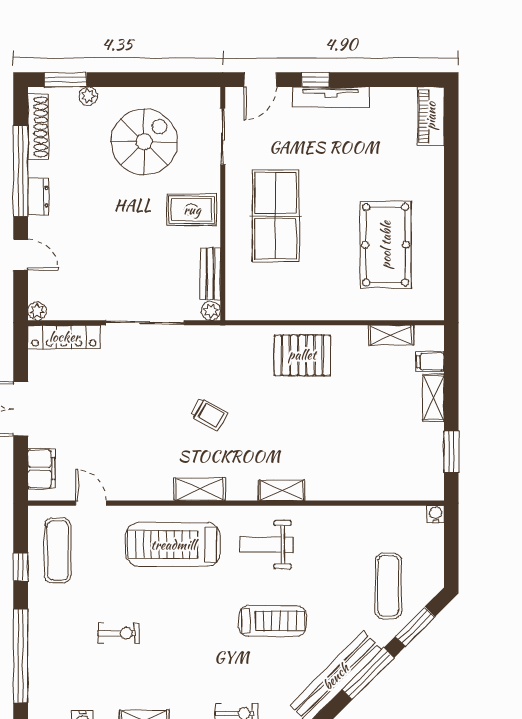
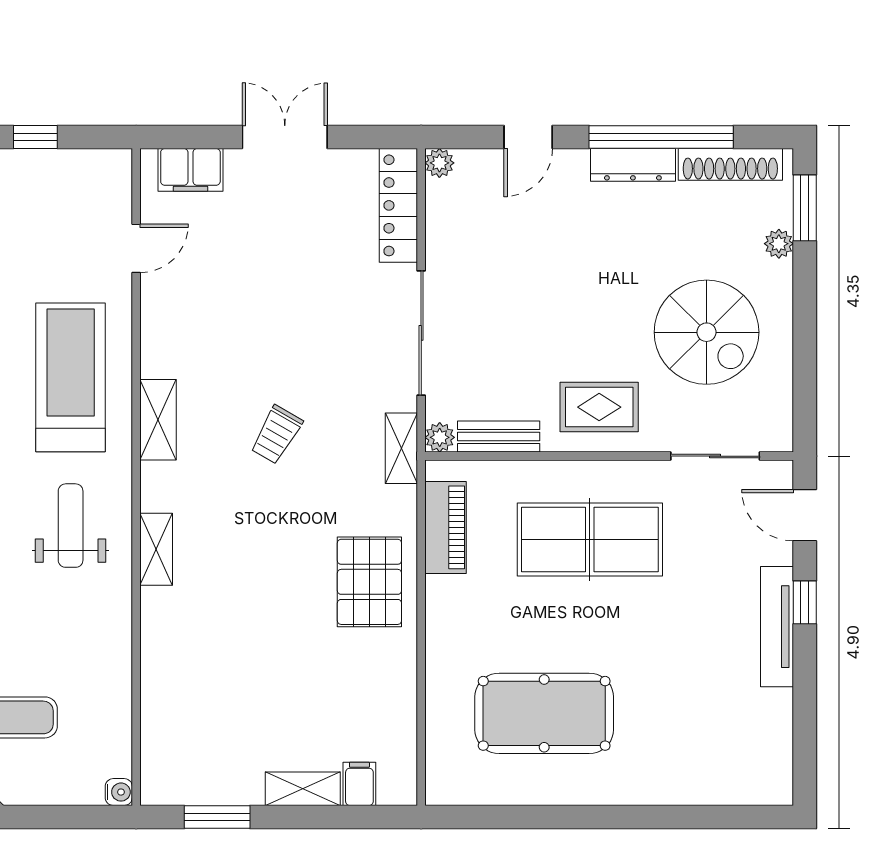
piano: (431, 116) -> (445, 527), moved, turned 90
dresser: (38, 197) -> (633, 165), width x1.44
rug: (192, 210) -> (599, 407), turned 90
shelving: (391, 335) -> (401, 448), moved
exercise mat: (58, 551) -> (61, 195), removed

